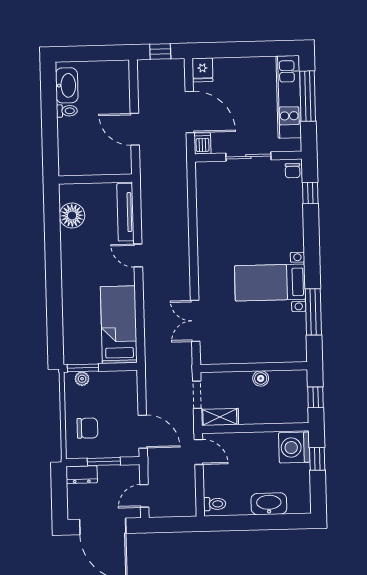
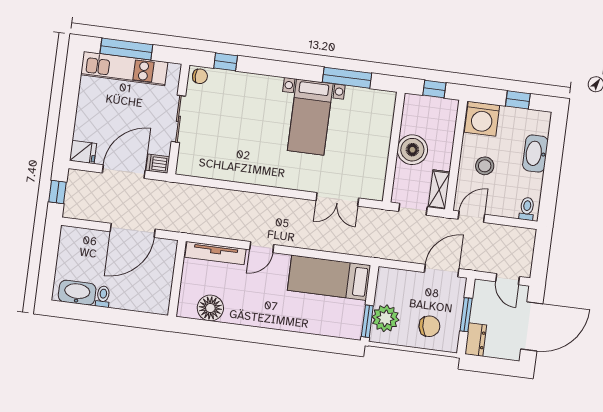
door: (135, 129) -> (133, 230), width x1.36
boiler: (261, 378) -> (412, 150), width x1.86, depth x1.86
plant: (82, 379) -> (385, 318), width x1.88, depth x1.88
chair: (87, 428) -> (429, 326), turned 79
stool: (249, 457) -> (485, 166), added
window: (317, 459) -> (518, 100), moved

